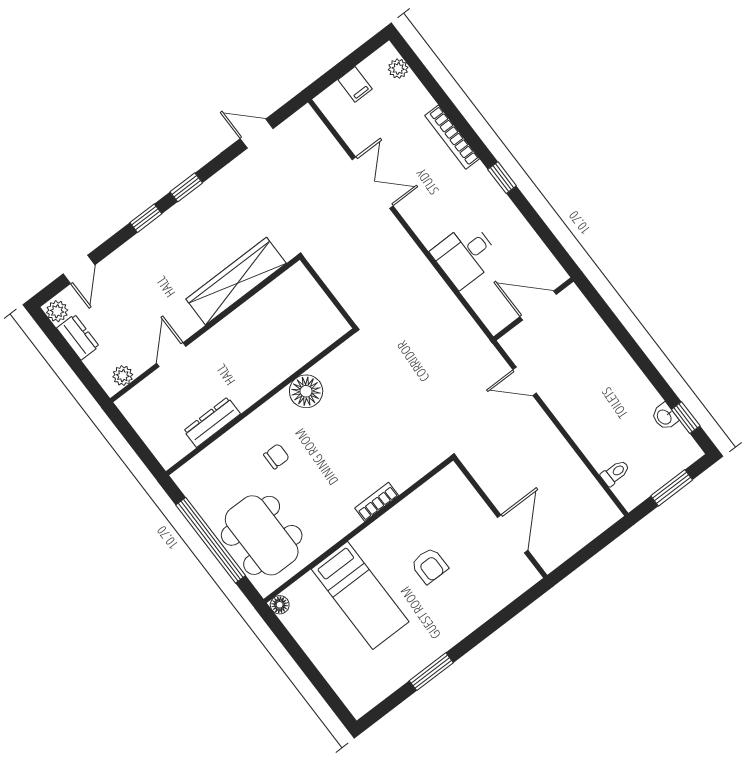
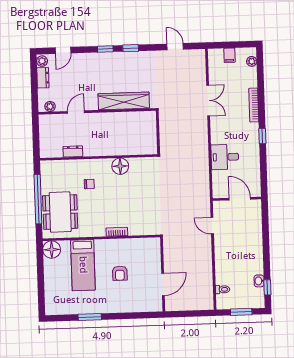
dresser: (212, 422) -> (73, 151), width x0.70
floor lamp: (280, 605) -> (52, 250), width x1.89, depth x1.89

